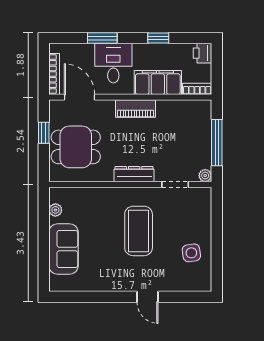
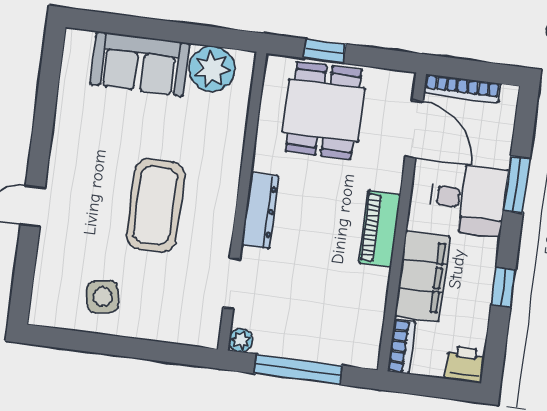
door: (79, 97) -> (414, 129), hinge flipped
window: (44, 133) -> (325, 51), moved
plant: (55, 210) -> (212, 69), width x1.88, depth x1.88
coffee table: (139, 231) -> (155, 205), turned 90

